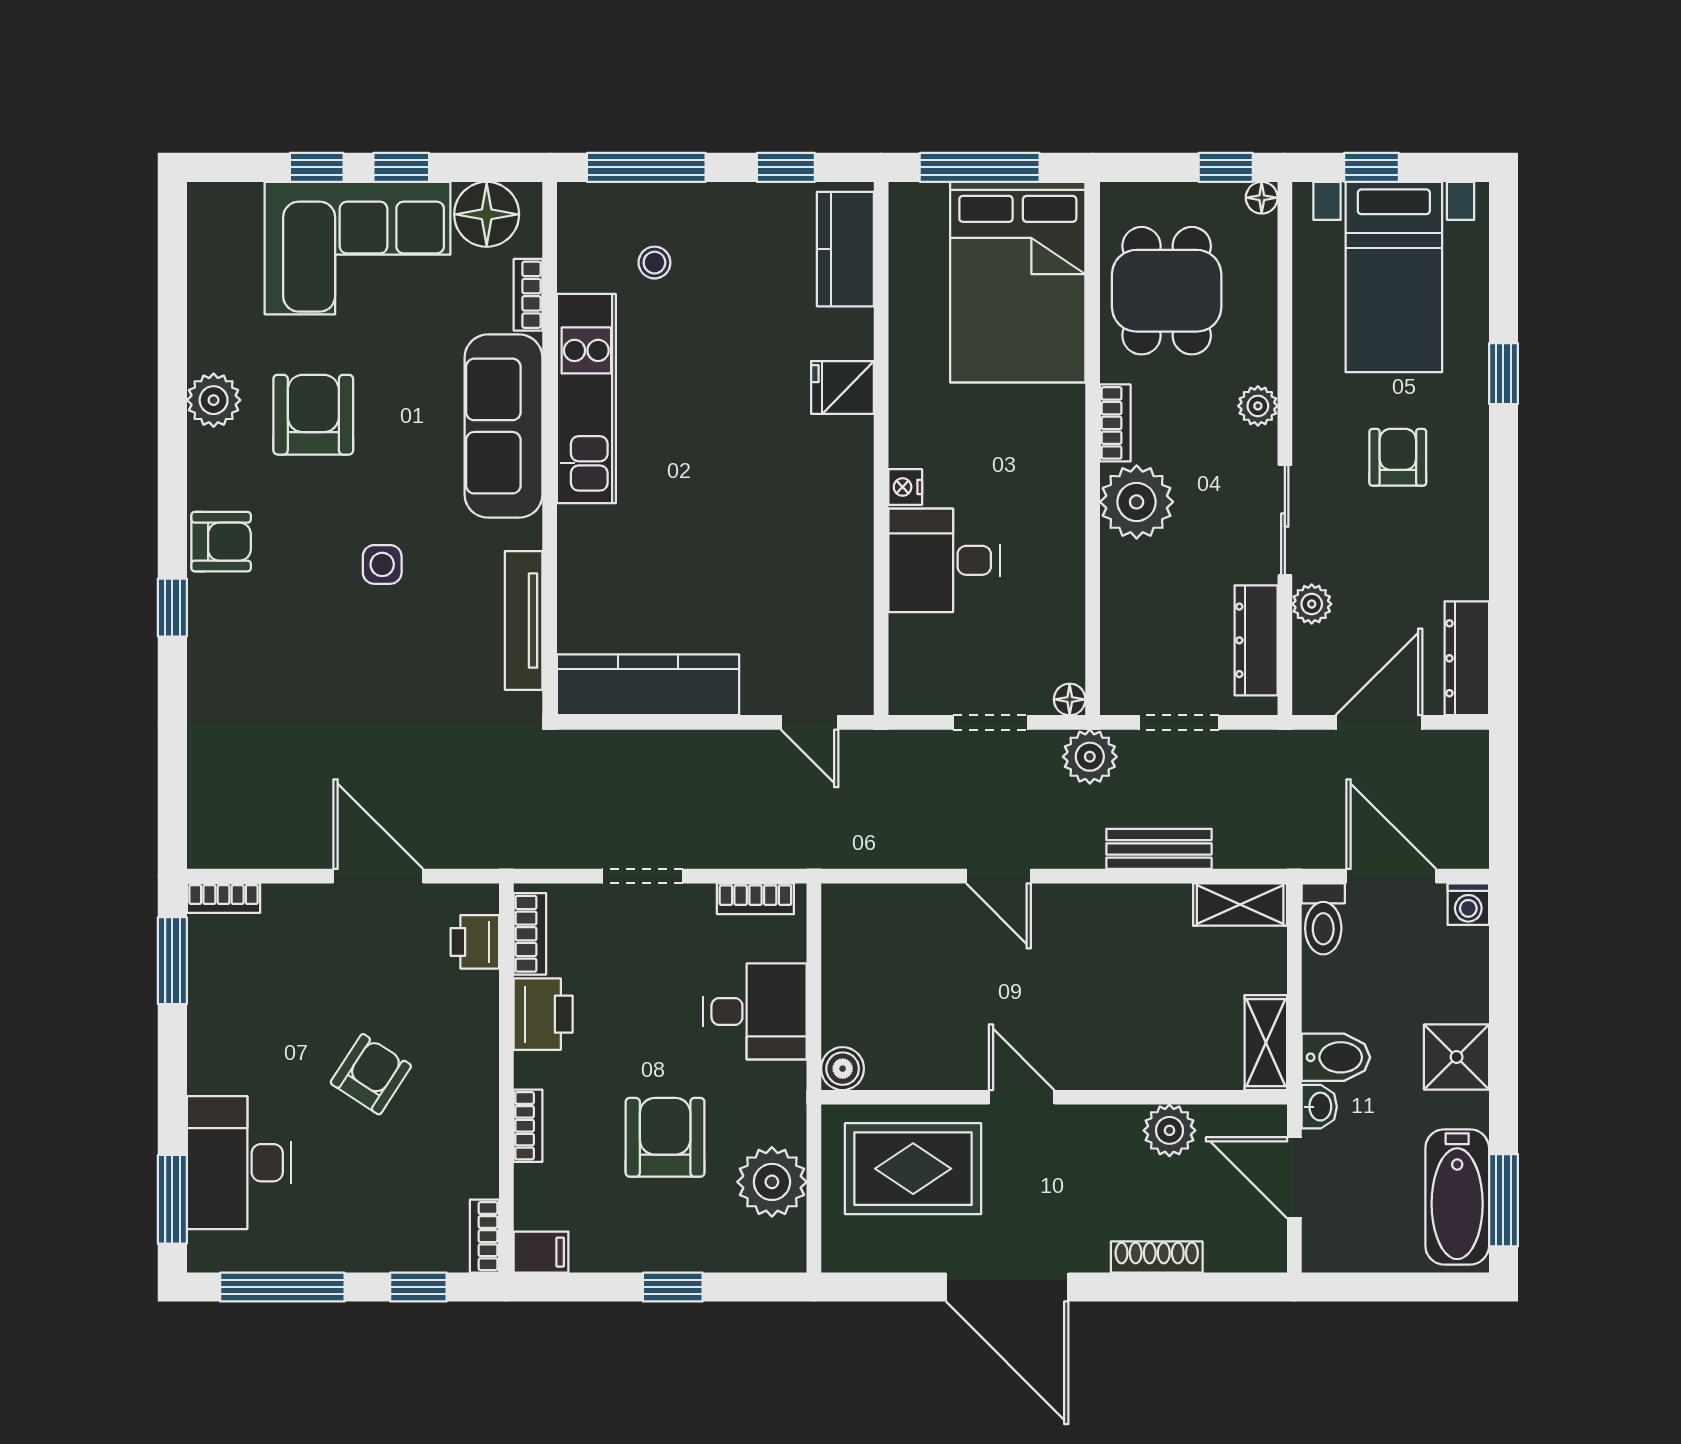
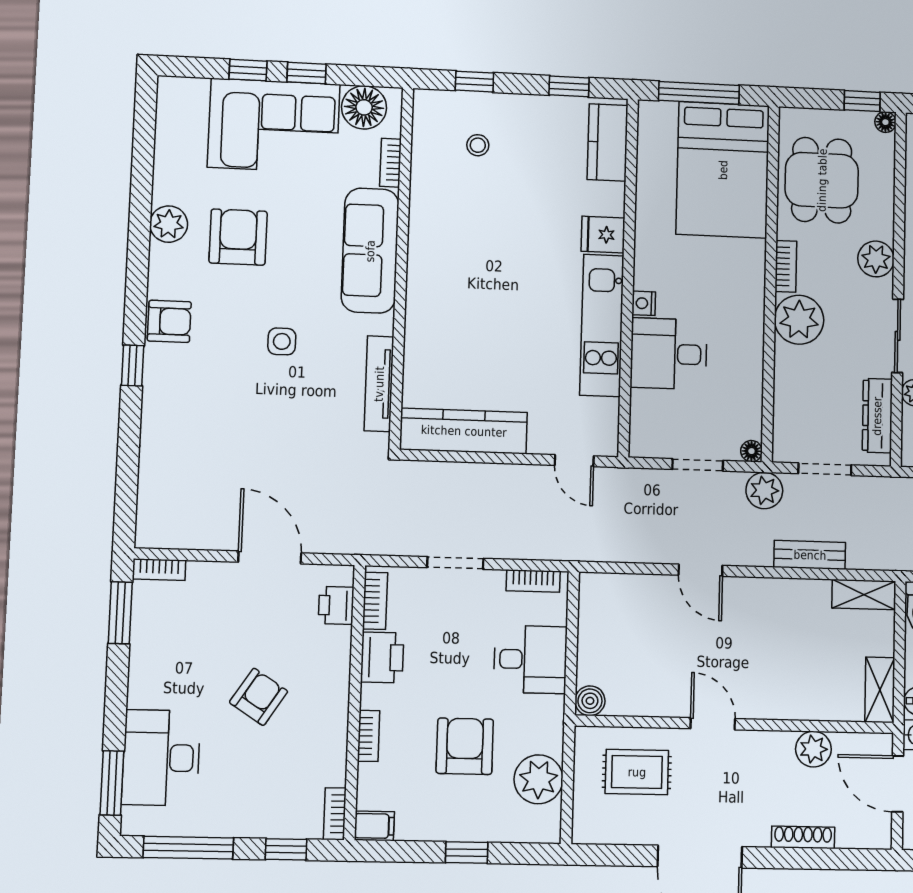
window: (646, 167) -> (474, 82), width x0.46
kitchen unit: (586, 399) -> (602, 325), moved, turned 180
plant: (1258, 406) -> (876, 259), width x1.38, depth x1.38
rug: (913, 1169) -> (637, 772), width x0.73, depth x0.70

